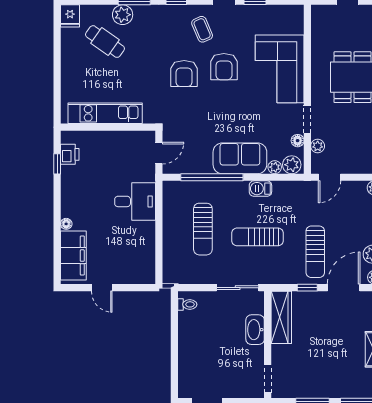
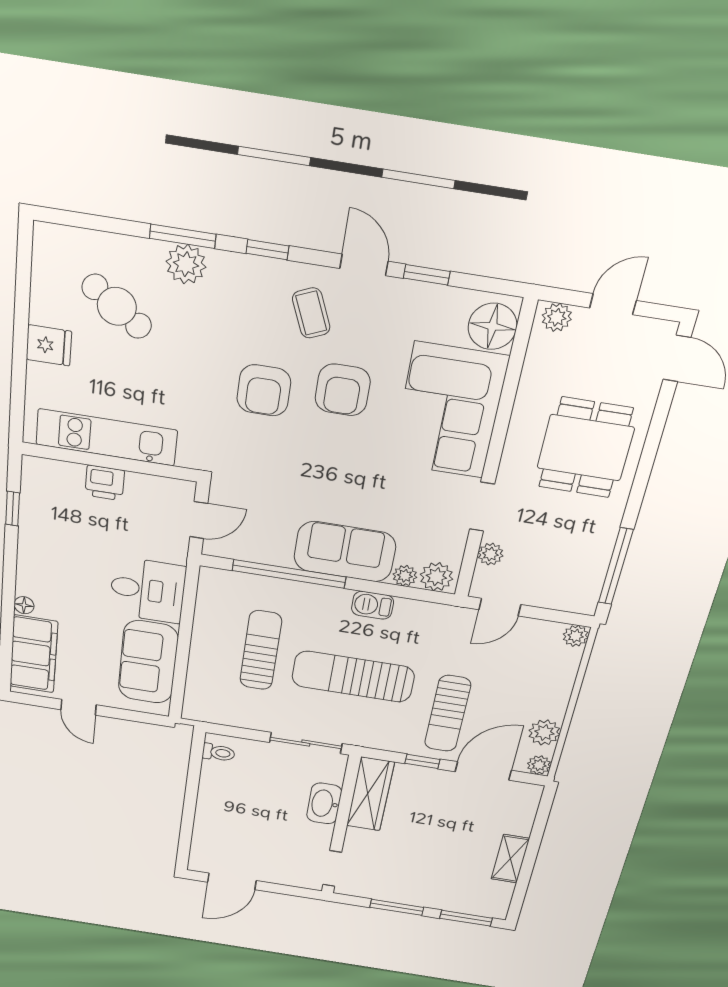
plant: (322, 12) -> (557, 317), added
plant: (123, 15) -> (186, 264), moved
fridge: (70, 16) -> (49, 345), moved, turned -90
floor lamp: (298, 141) -> (493, 326), moved, width x1.89, depth x1.89
printer: (70, 154) -> (105, 483), moved, turned 90
sun lounger: (203, 229) -> (261, 650), turned 180
sun lounger: (257, 237) -> (353, 677), width x1.36, depth x1.34
sofa: (140, 249) -> (148, 662), added

